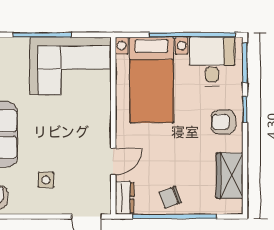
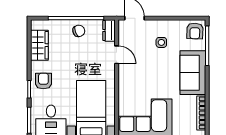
armchair: (223, 122) -> (43, 81), turned -90
door: (113, 161) -> (117, 55), swing flipped

